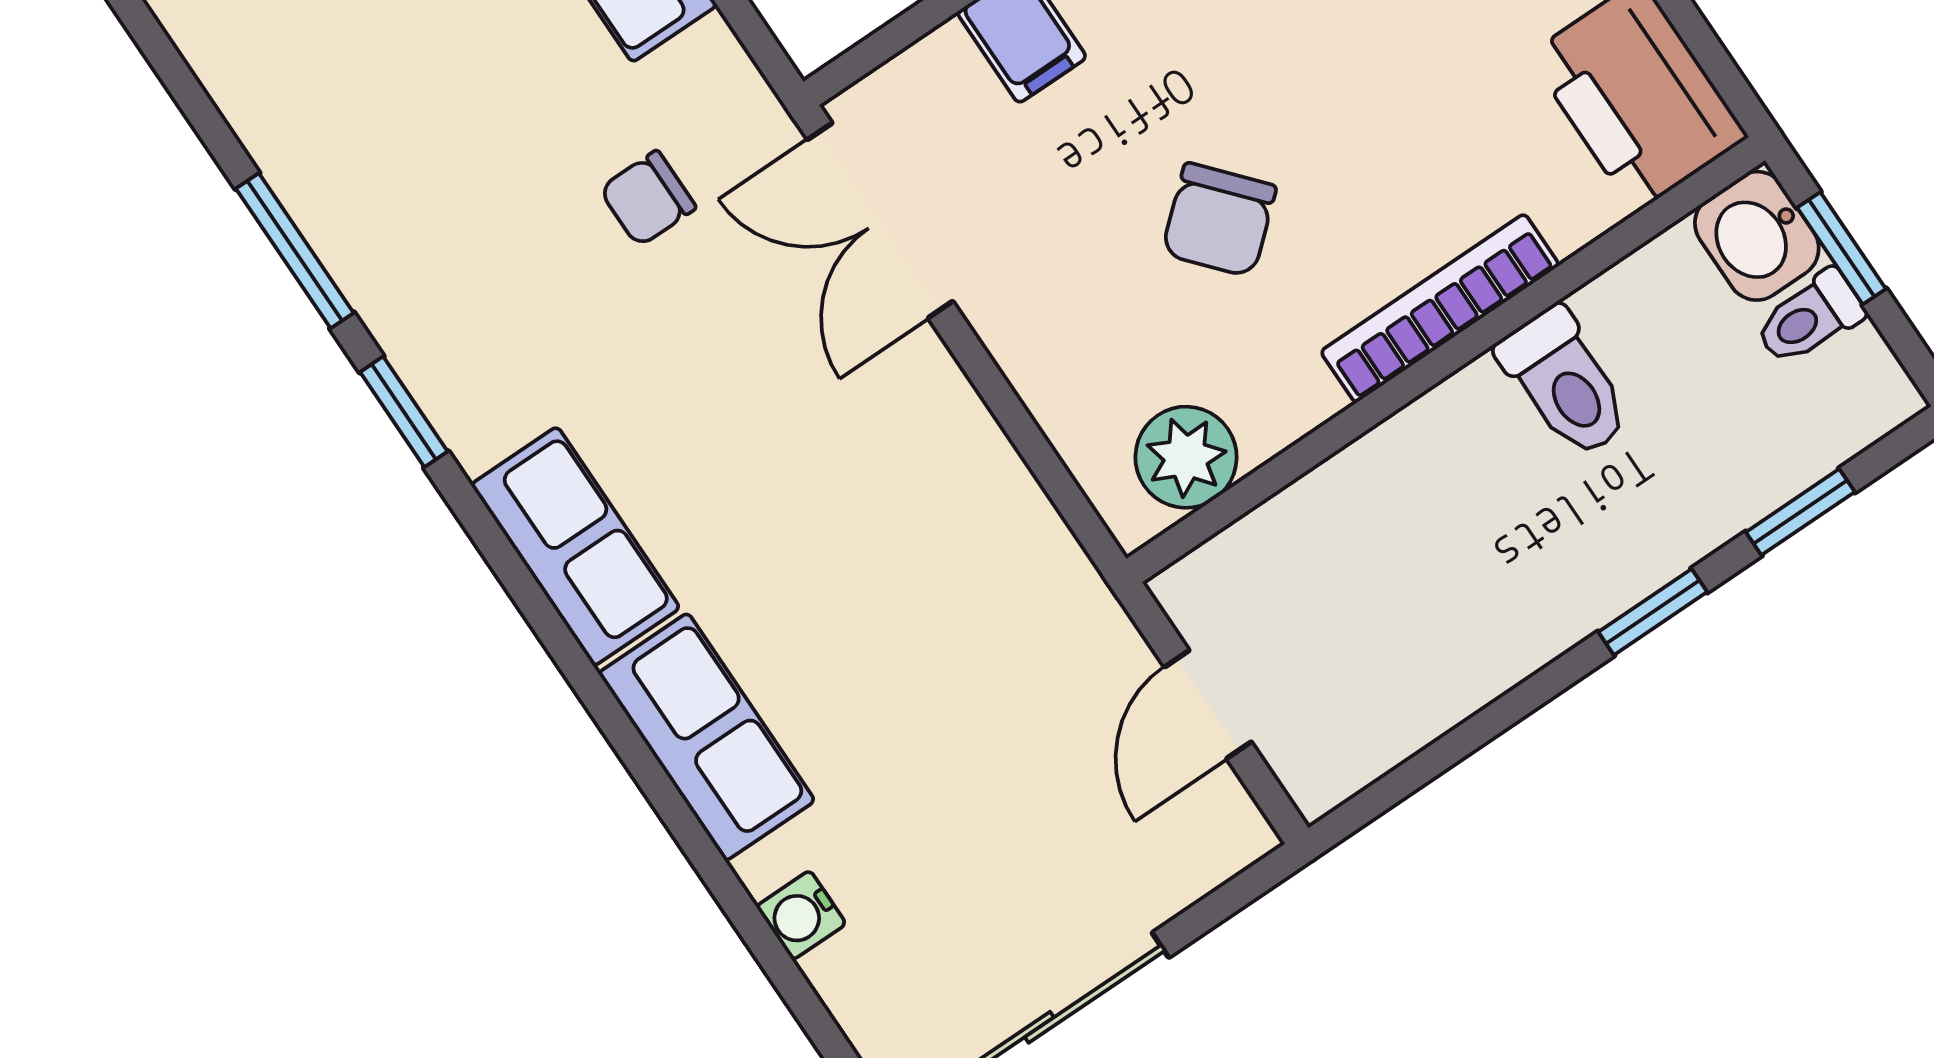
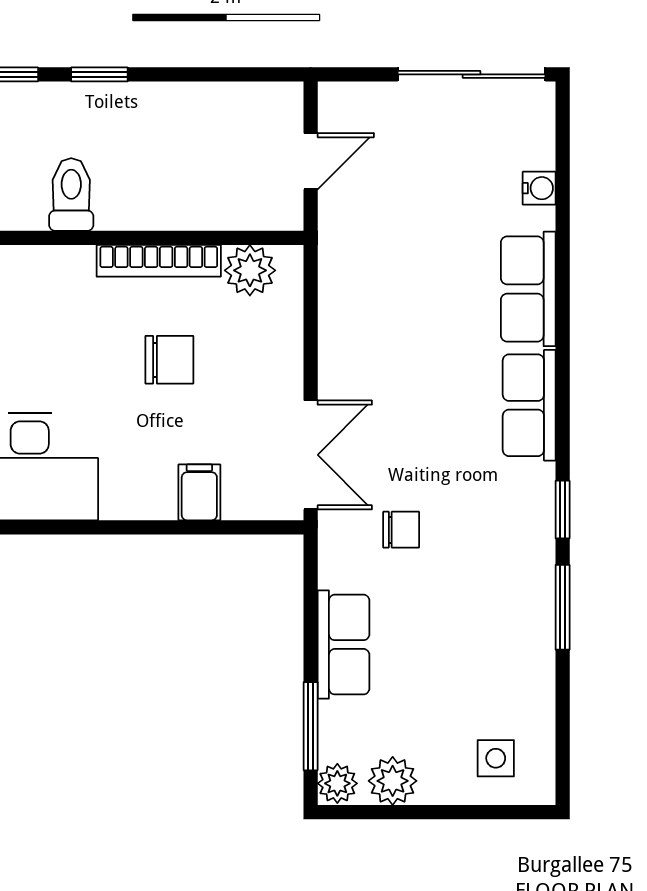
chair: (1219, 220) -> (169, 360), turned 41
bookcase: (1440, 308) -> (159, 261), moved

